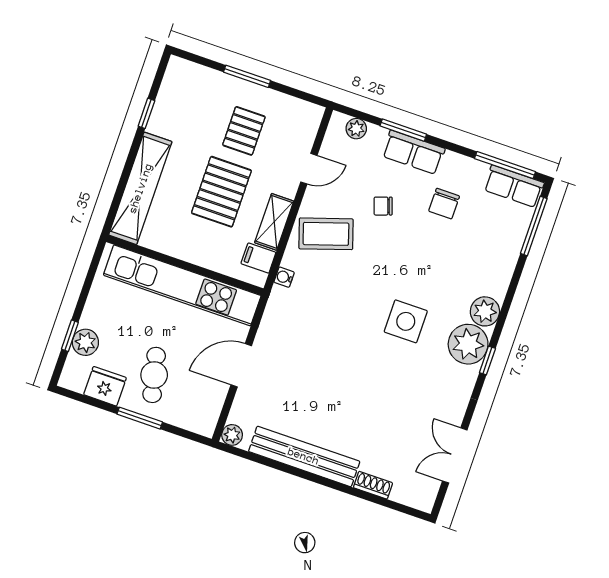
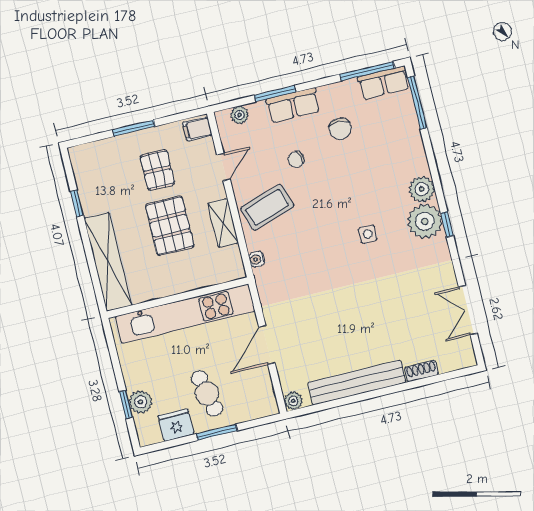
filing cabinet: (258, 258) -> (197, 129), moved
side table: (406, 321) -> (368, 234), width x0.54, depth x0.54

